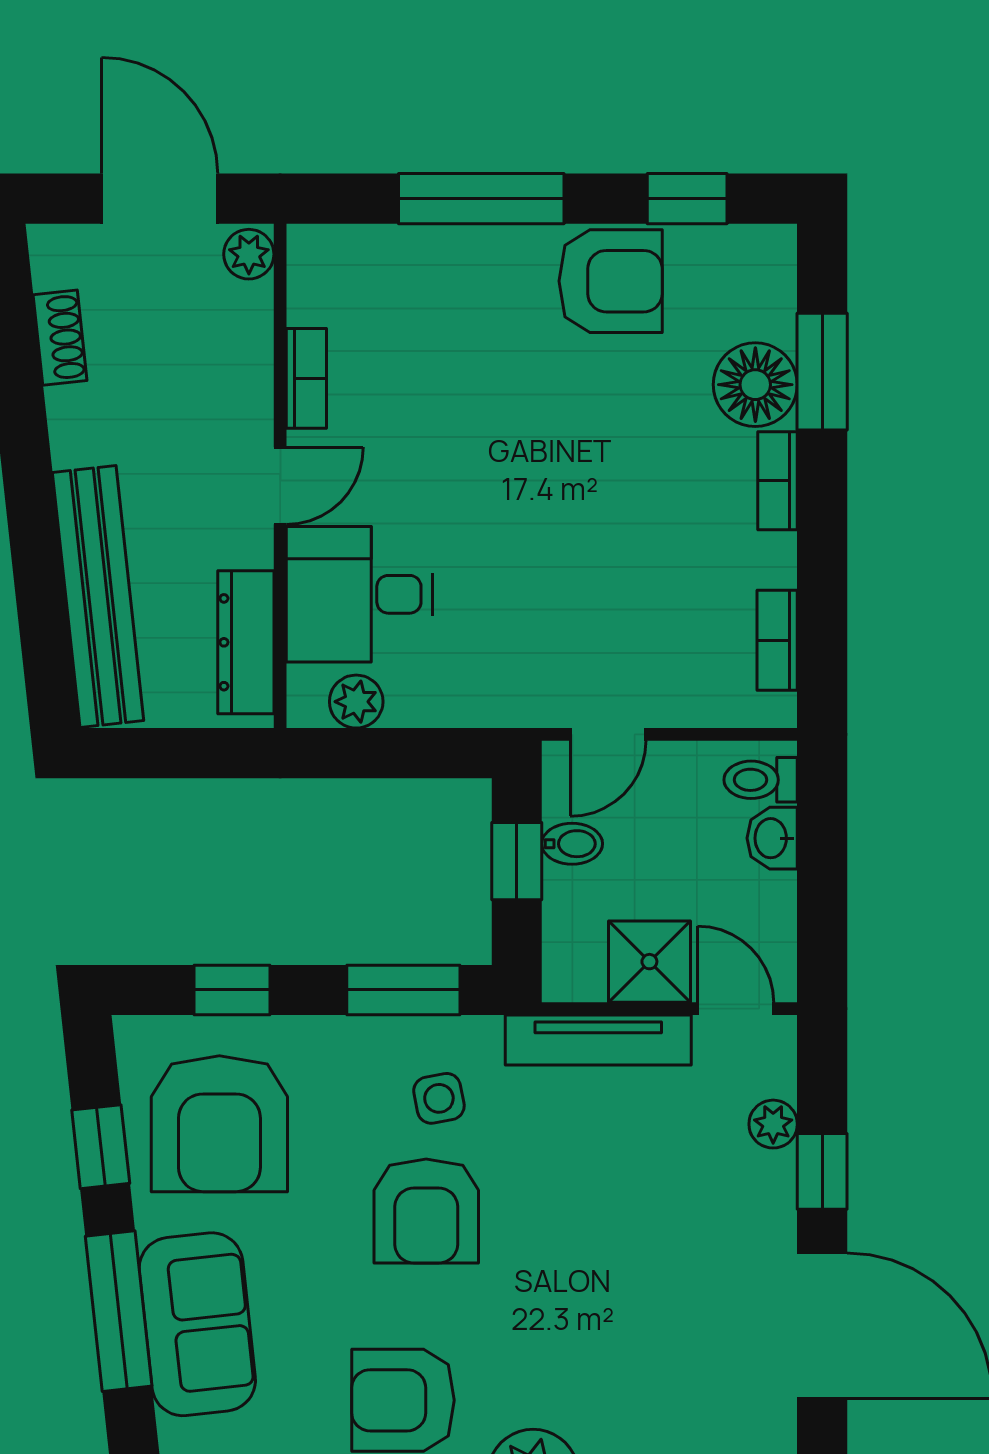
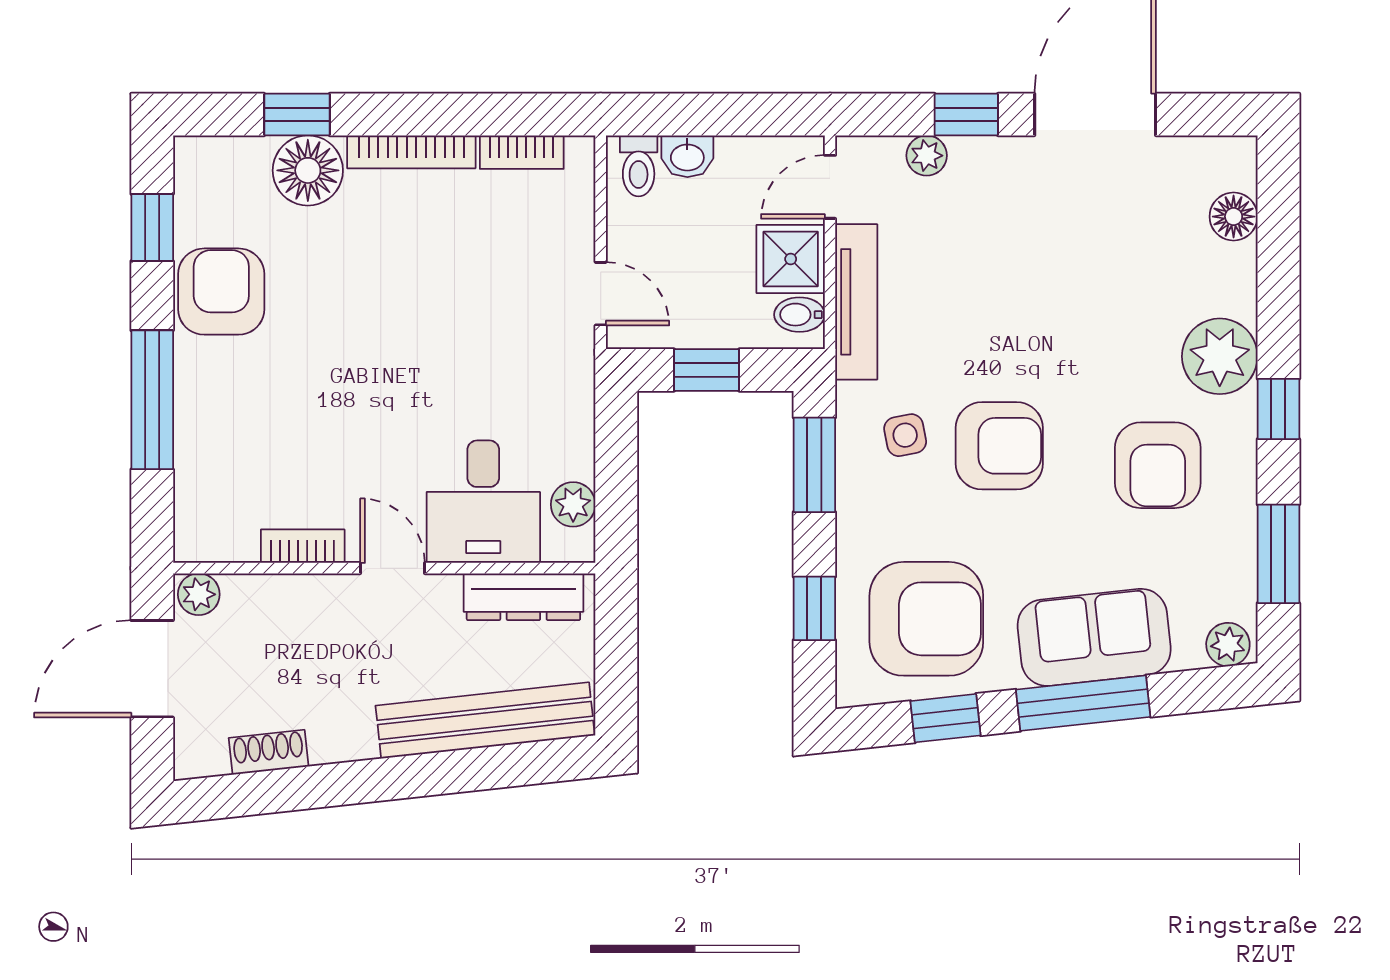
window: (822, 372) -> (297, 115), width x0.67
bookcase: (778, 481) -> (411, 152), width x1.56
bidet: (572, 844) -> (799, 315), moved, turned -90

